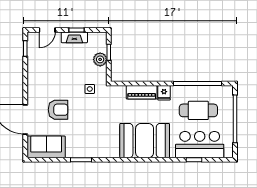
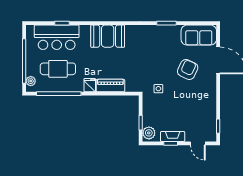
door: (47, 30) -> (198, 143), swing flipped
plant: (100, 59) -> (149, 133), moved
plant: (228, 97) -> (31, 81), added
armchair: (58, 110) -> (188, 69), turned 115
booth: (145, 141) -> (108, 36), width x0.73, depth x0.70

